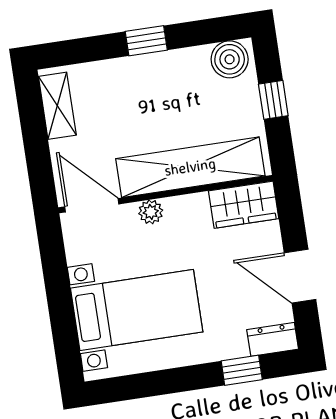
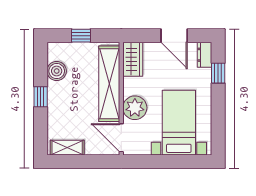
boiler: (230, 59) -> (57, 71), moved
door: (92, 205) -> (121, 138), hinge flipped
plant: (151, 212) -> (135, 108), width x1.87, depth x1.87
door: (300, 276) -> (174, 36), hinge flipped

